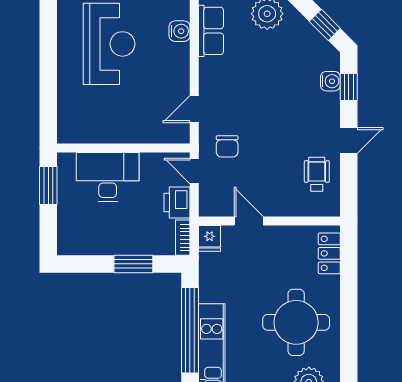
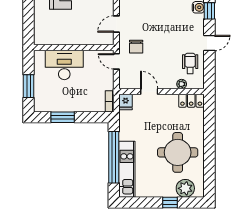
window: (48, 185) -> (29, 86), moved
printer: (177, 203) -> (106, 80), removed
plant: (303, 209) -> (182, 84), added
locker: (329, 253) -> (191, 101), moved, turned -90
window: (133, 264) -> (63, 117), moved

